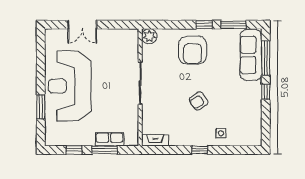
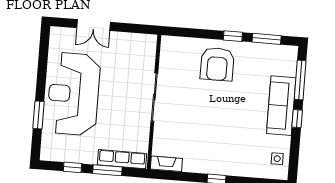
plant: (149, 36) -> (169, 44), removed
sofa: (251, 55) -> (281, 106), moved
armchair: (199, 101) -> (220, 123), removed
side table: (221, 133) -> (277, 159), moved
row of seats: (110, 139) -> (122, 159), width x1.48

